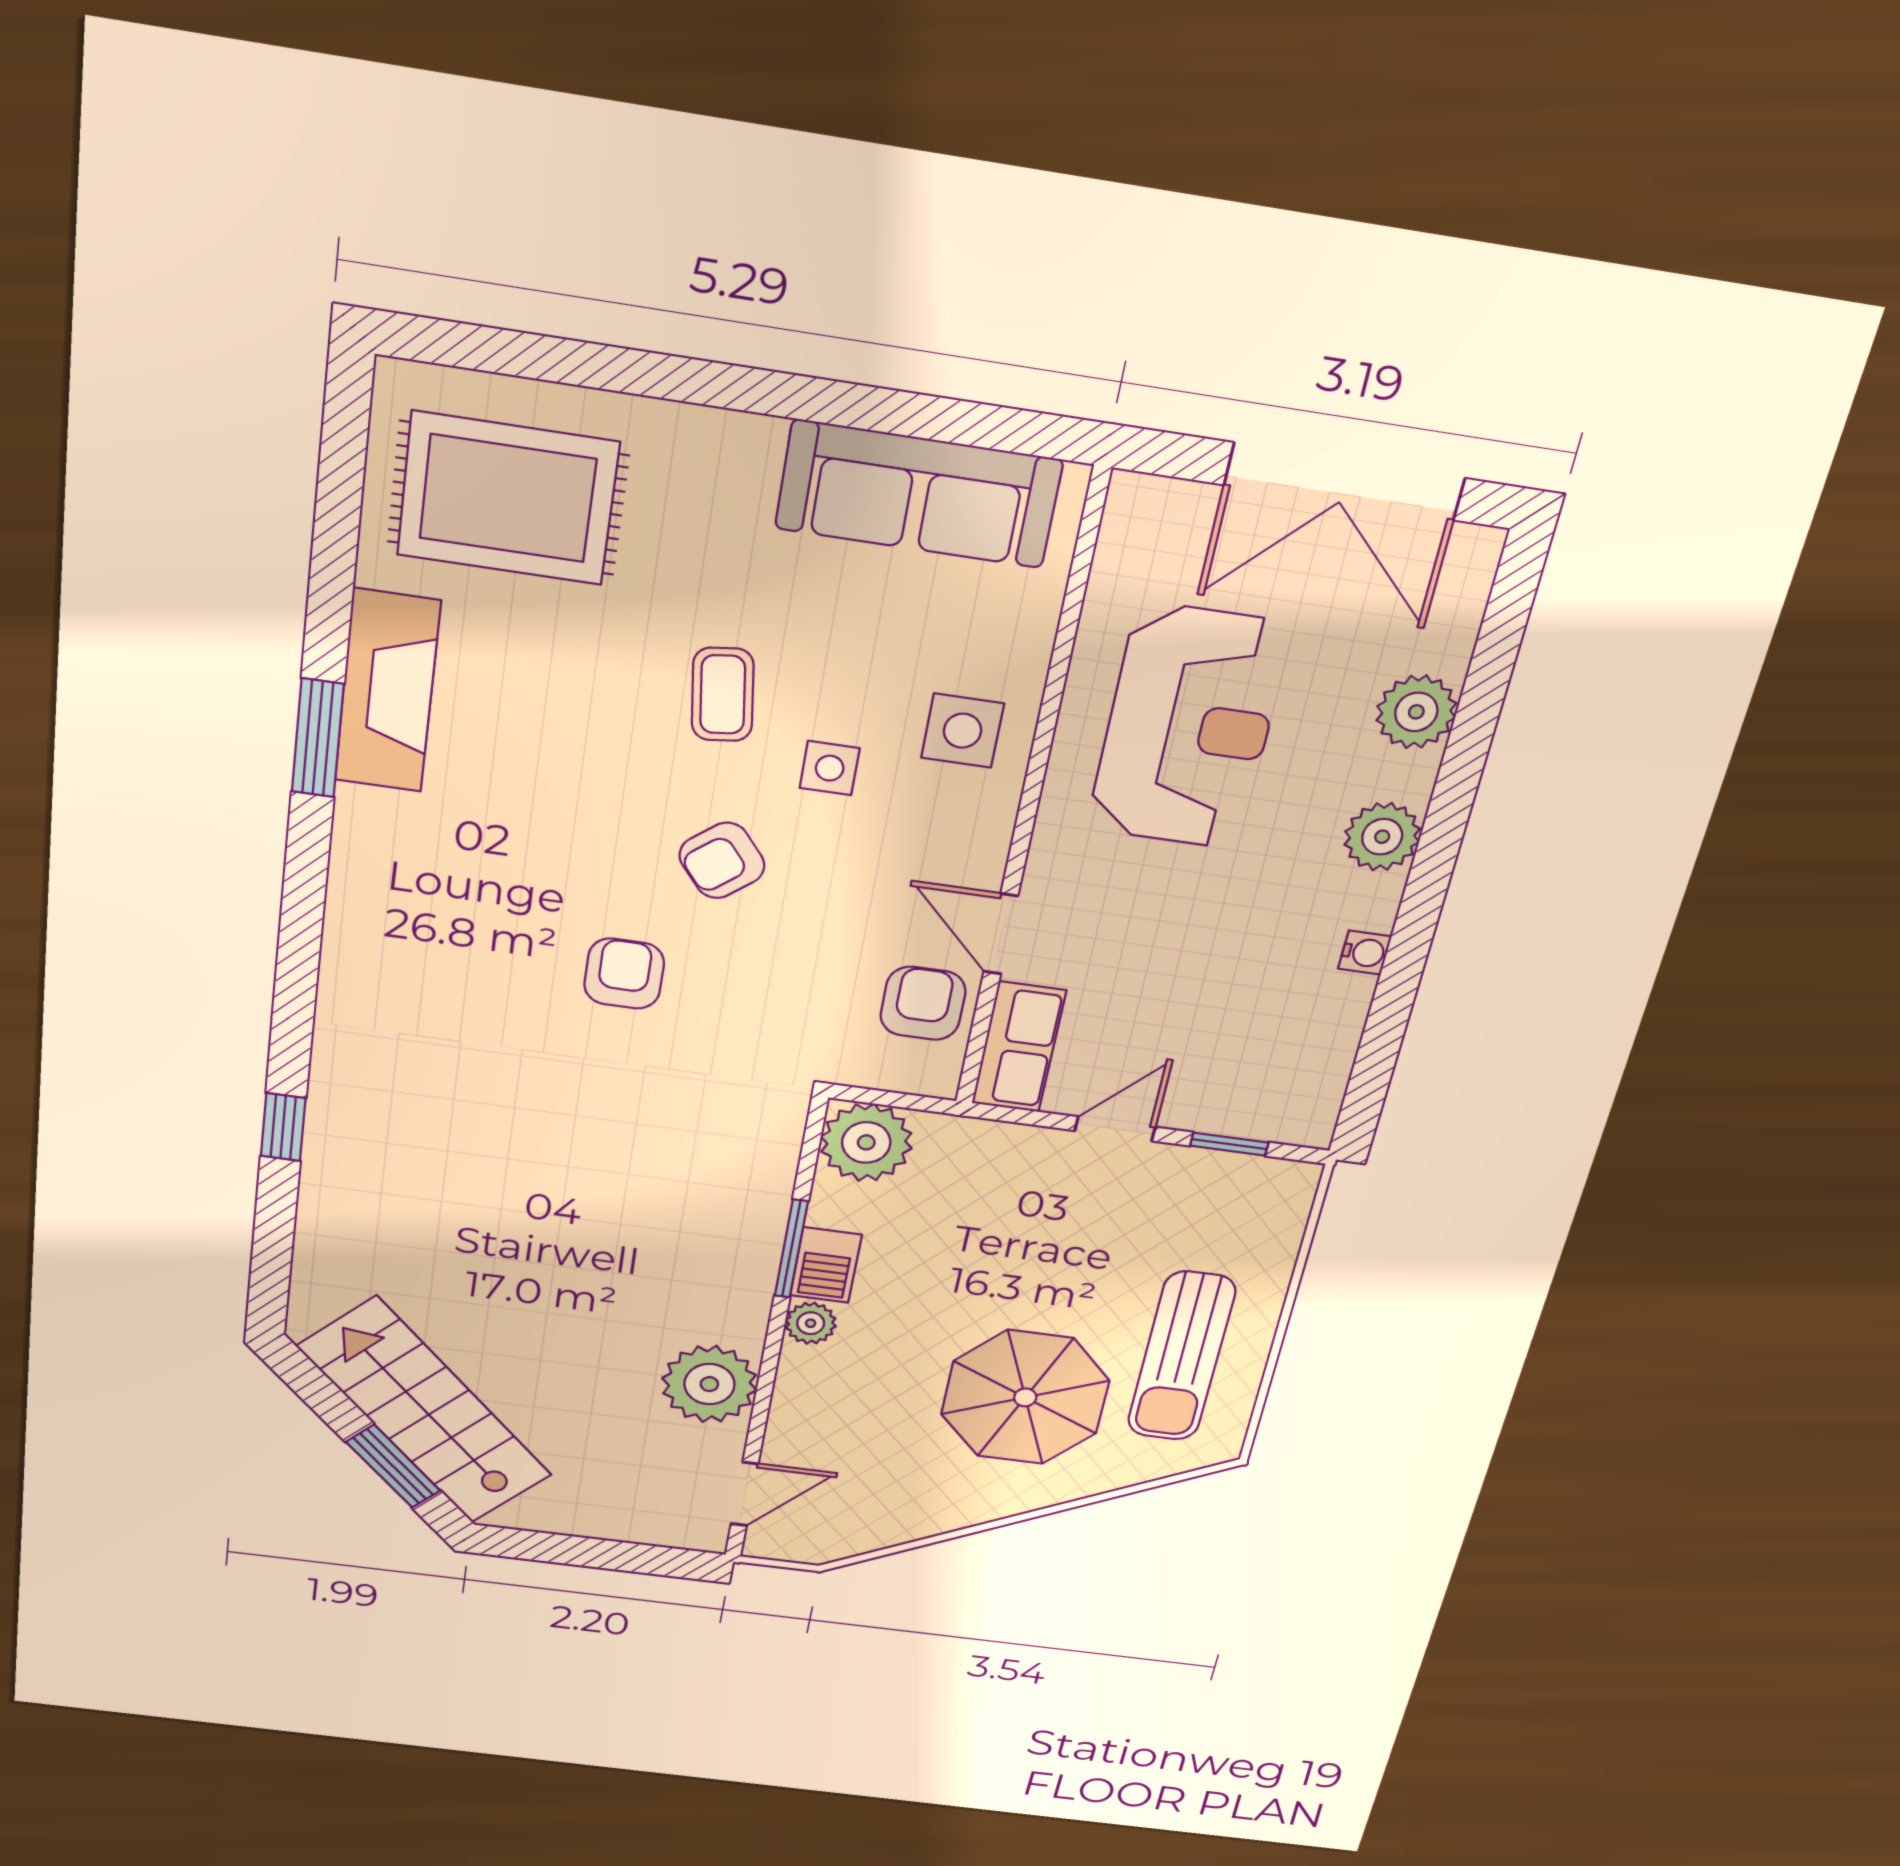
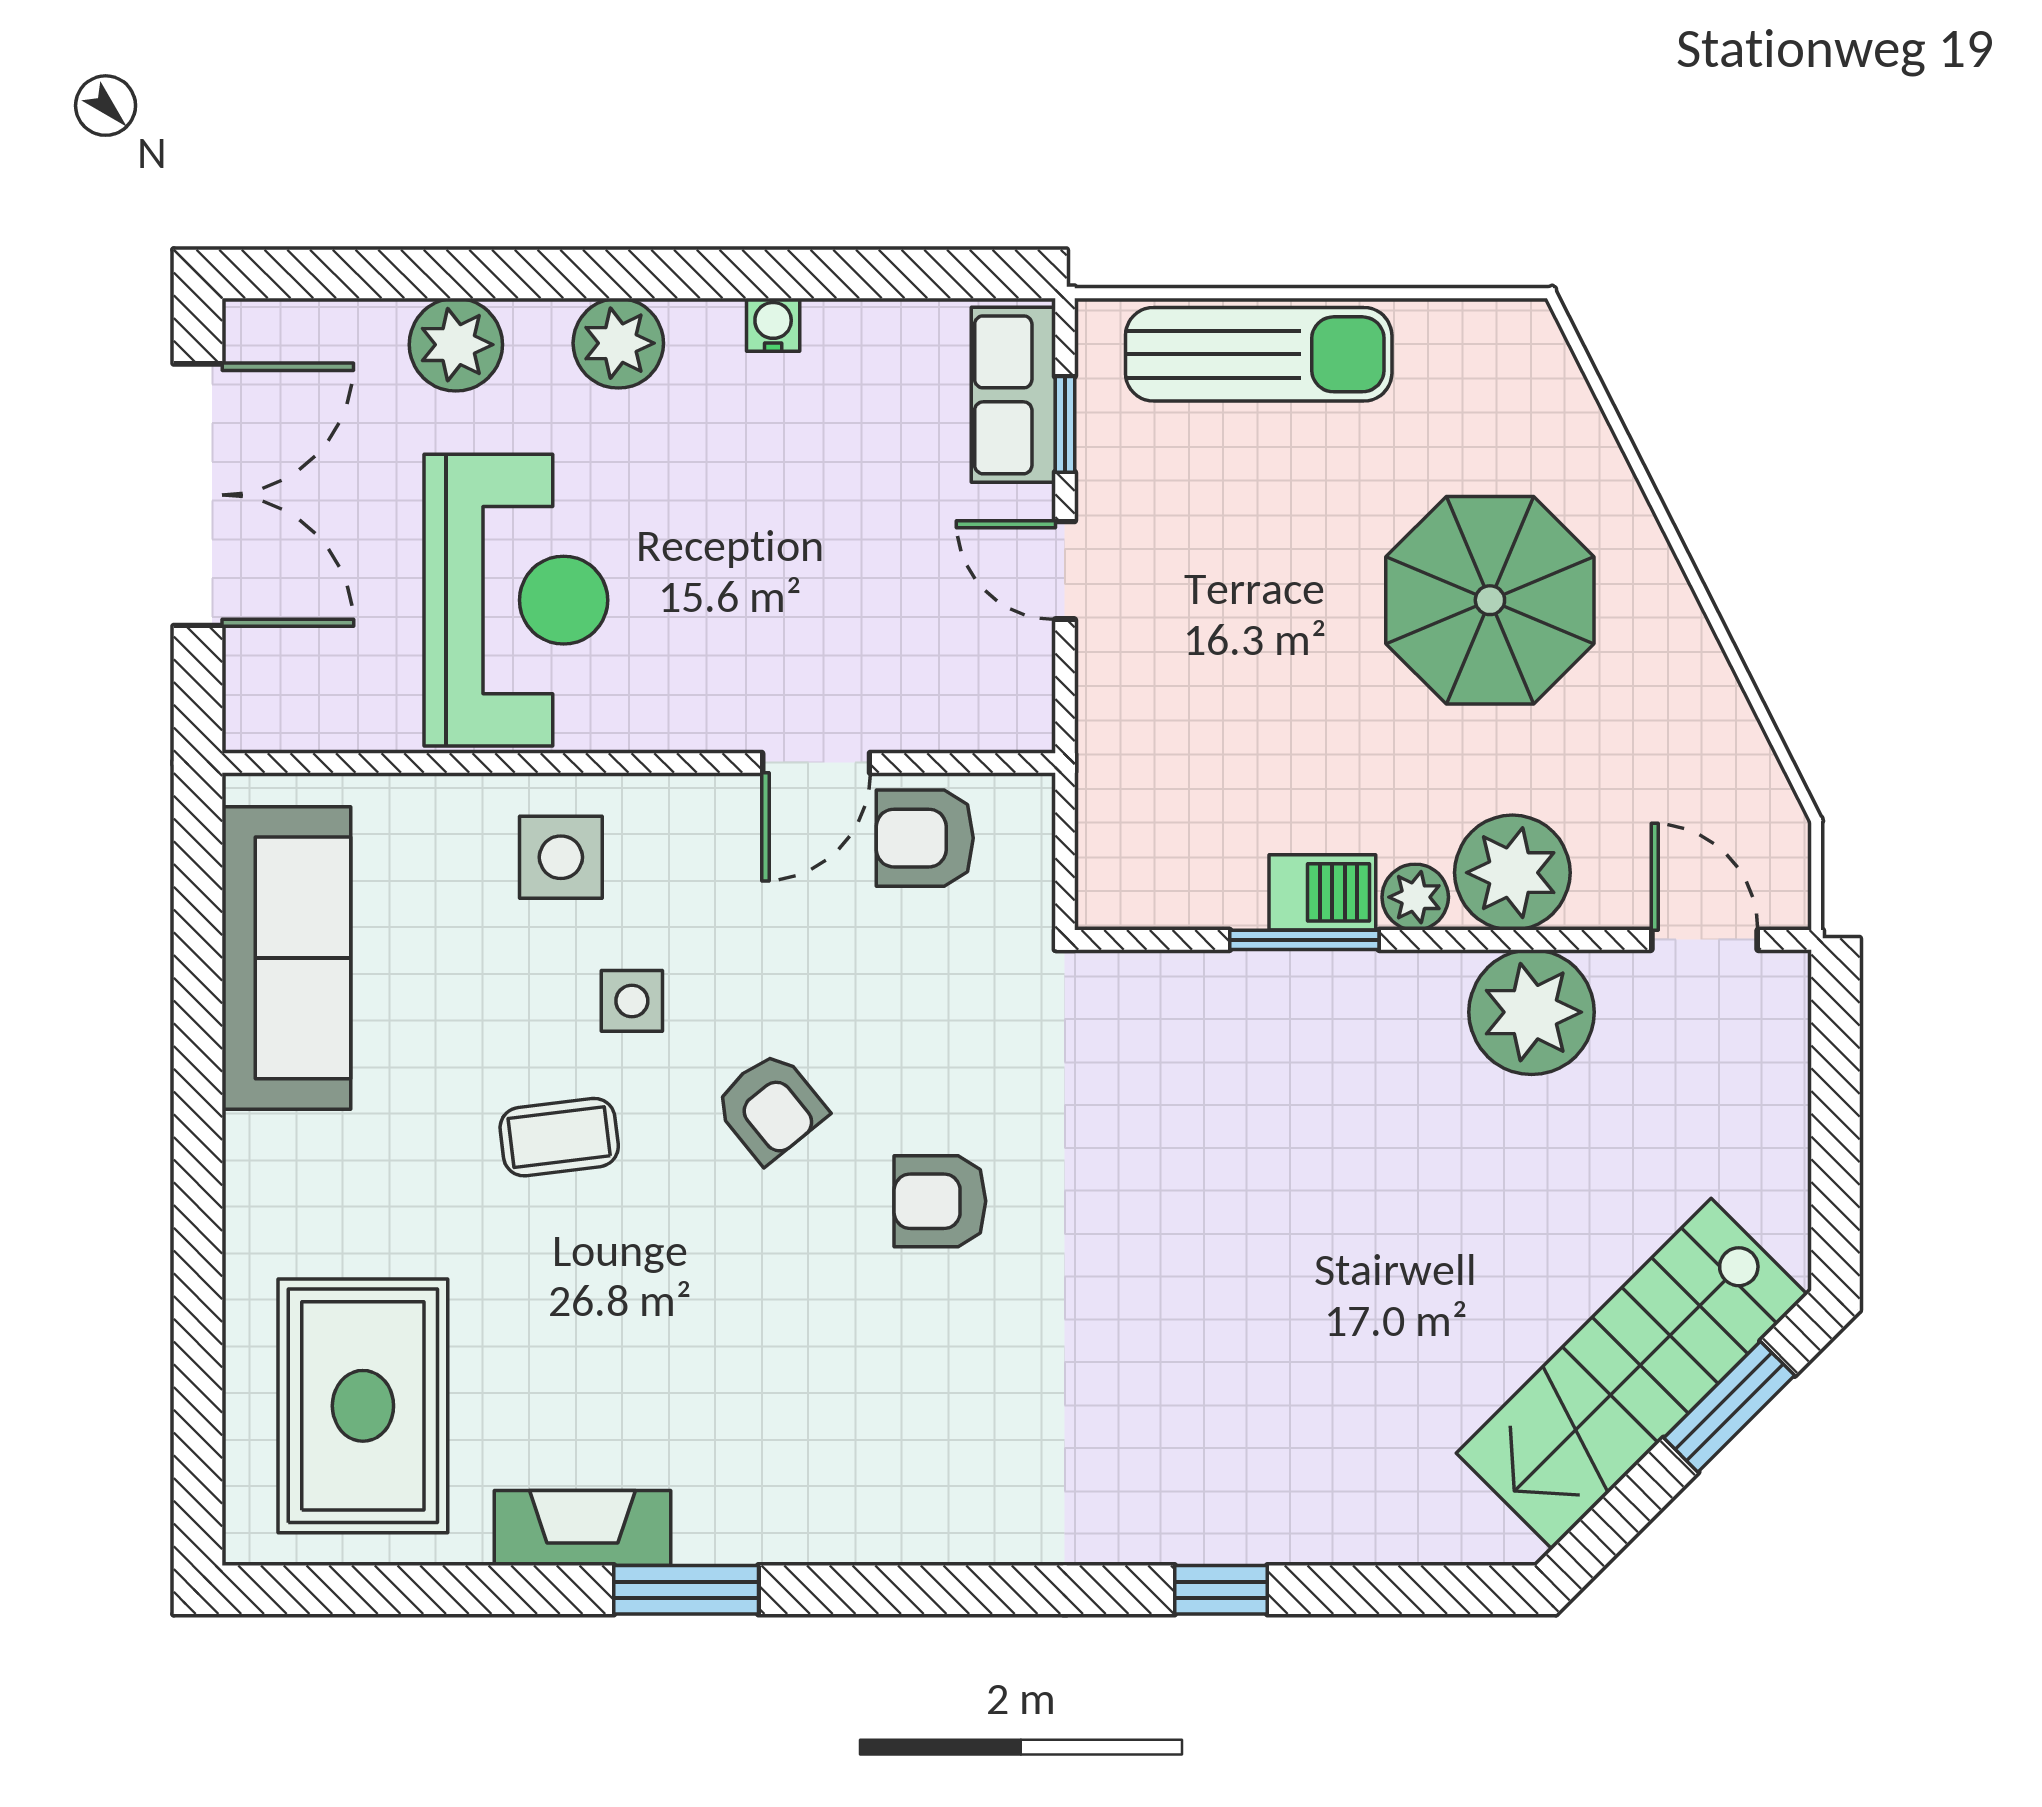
fireplace: (387, 691) -> (582, 1528), width x0.73, depth x0.76
reception desk: (1189, 727) -> (516, 600), turned 90
row of seats: (1019, 1047) -> (1013, 395), moved, turned -90
plant: (866, 1142) -> (1512, 873), moved
sun lounger: (1181, 1356) -> (1259, 354), moved

